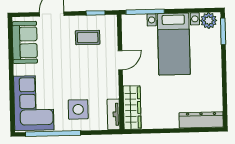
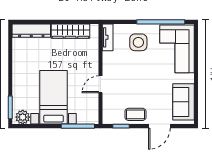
coffee table: (88, 37) -> (135, 114), moved
wardrobe: (132, 108) -> (70, 31), moved, turned -90

